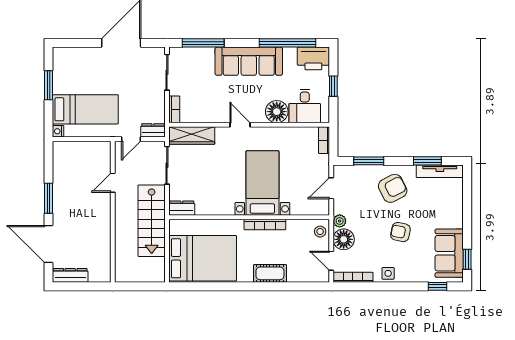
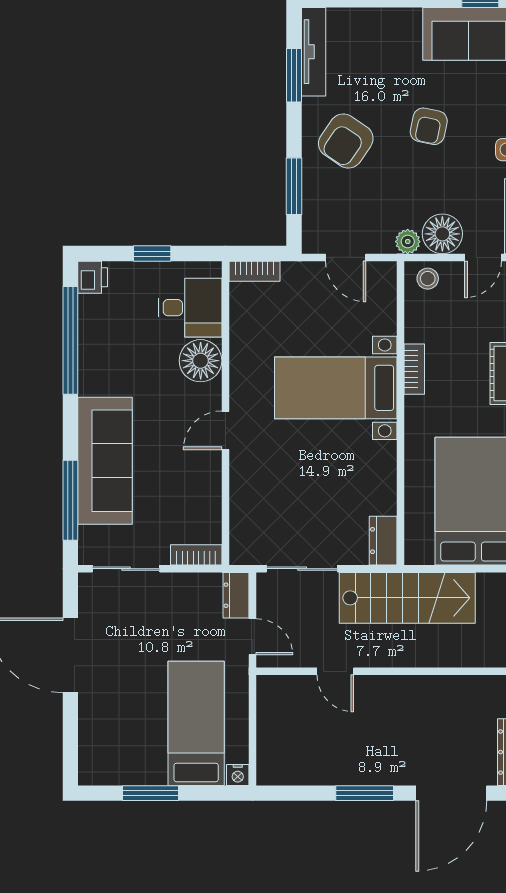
printer: (313, 58) -> (93, 277), width x0.53, depth x0.68
sofa: (249, 61) -> (105, 461), moved
wardrobe: (192, 136) -> (246, 522), removed
armchair: (393, 188) -> (346, 141), turned -119
bookcase: (265, 224) -> (414, 369), width x0.64

